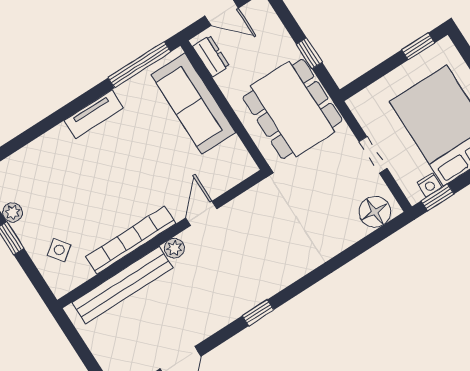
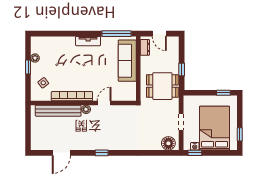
dining table: (293, 109) -> (162, 86), width x0.73

